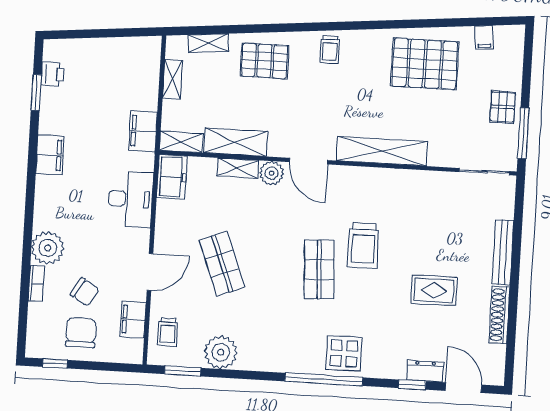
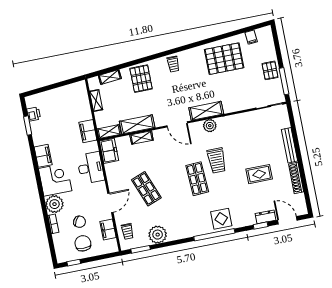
pallet: (264, 61) -> (141, 79), turned 90
shelving: (382, 151) -> (206, 111), width x0.68
plant: (272, 173) -> (210, 126), moved
corner desk: (61, 204) -> (55, 180), added

